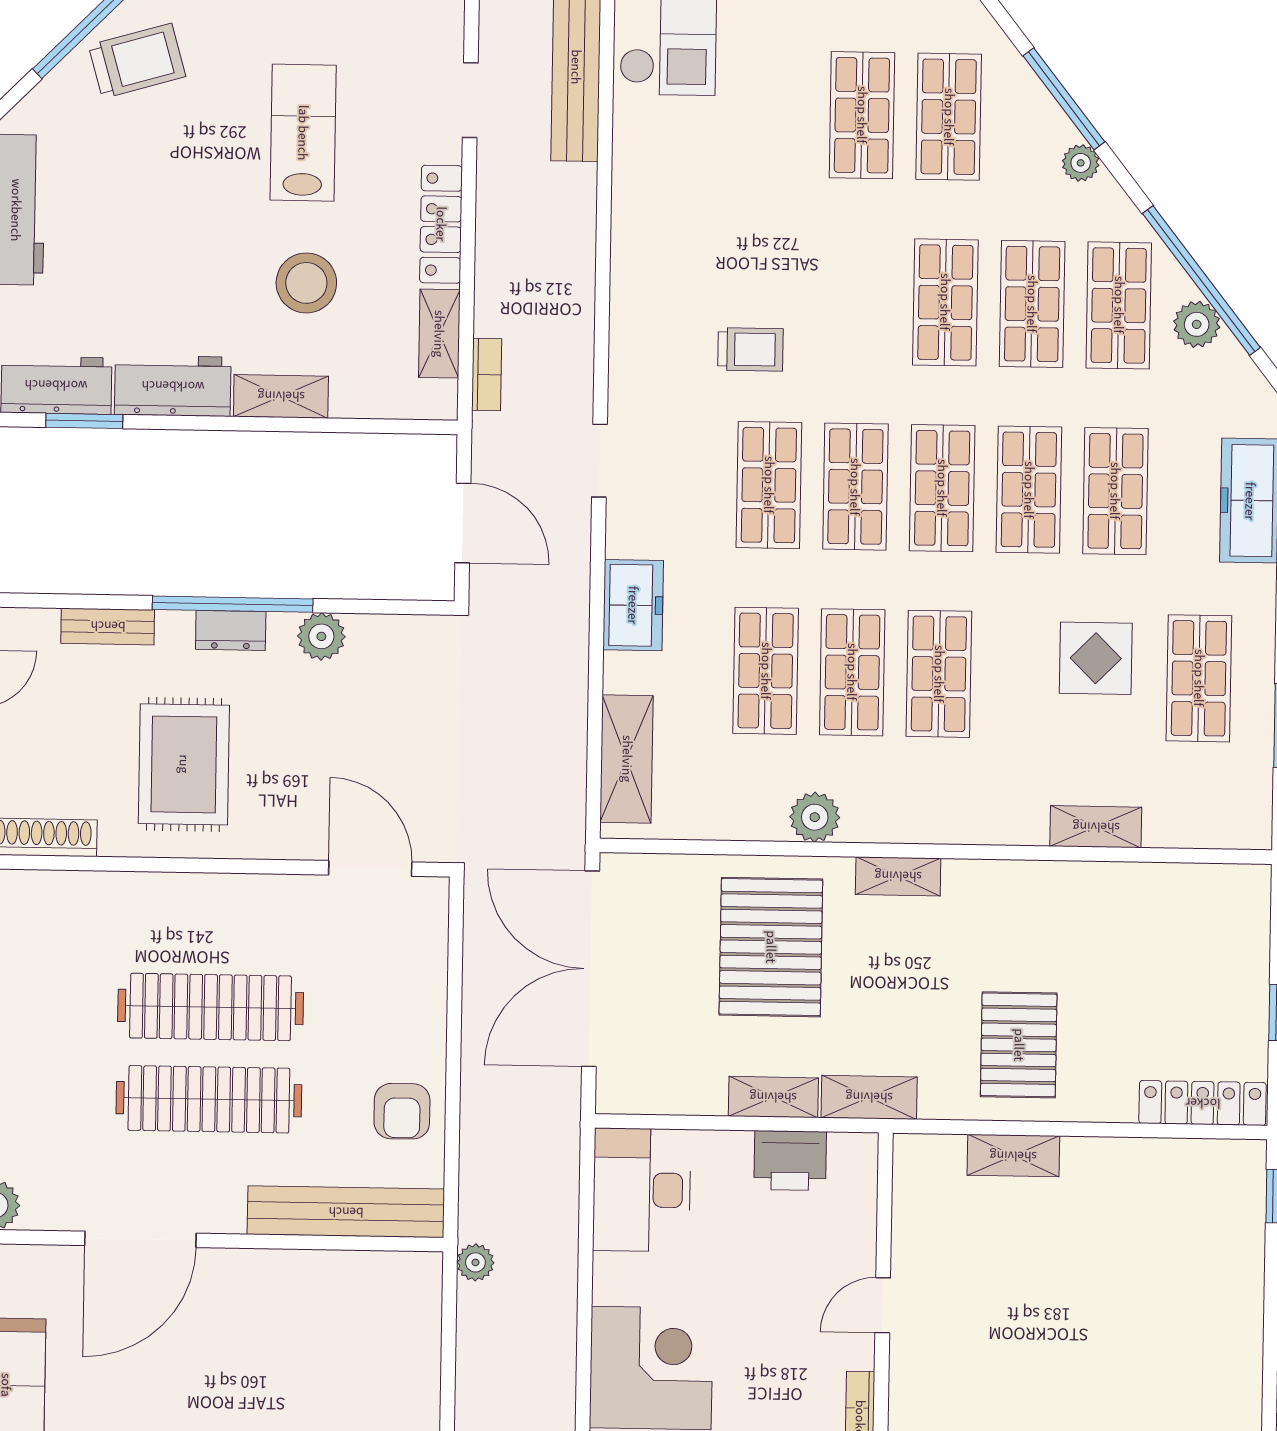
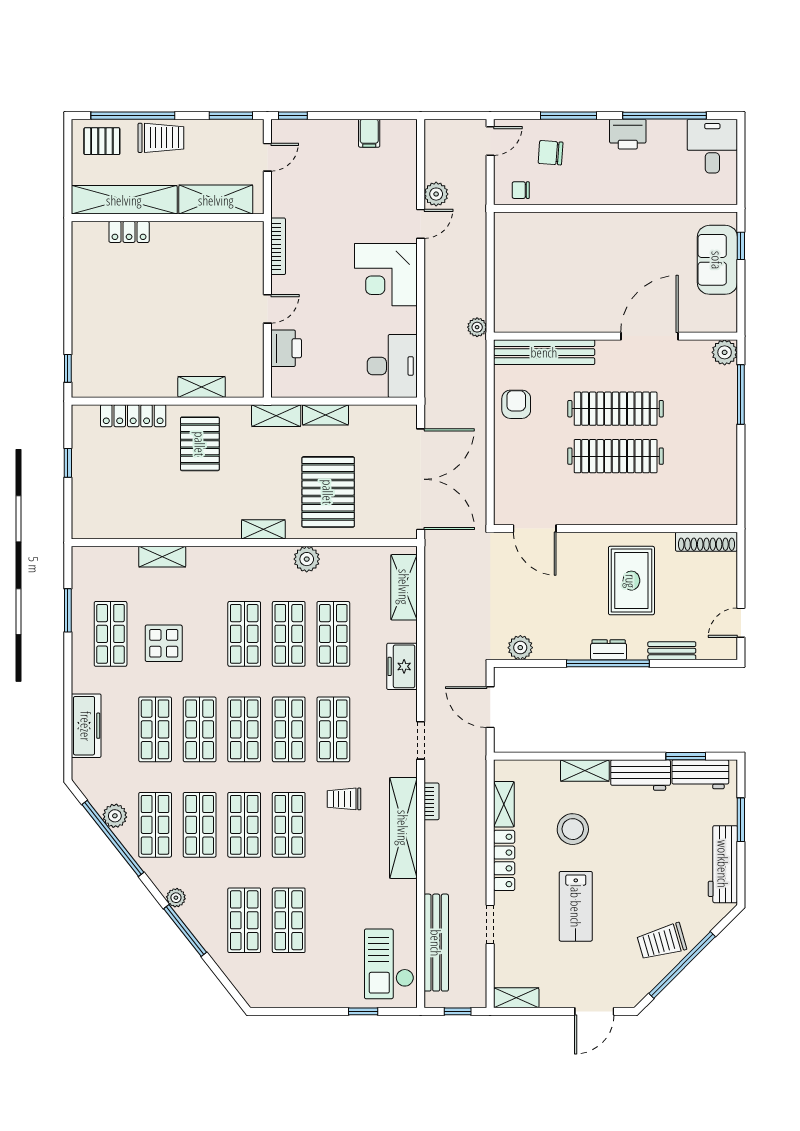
shelving: (636, 291) -> (403, 828), added
shop shelf: (859, 301) -> (289, 825), added
bookcase: (487, 375) -> (431, 801), moved, turned 180
plant: (321, 636) -> (520, 648), moved
locker: (1203, 1103) -> (133, 416), moved
printer: (790, 1161) -> (286, 348), moved, turned 90

